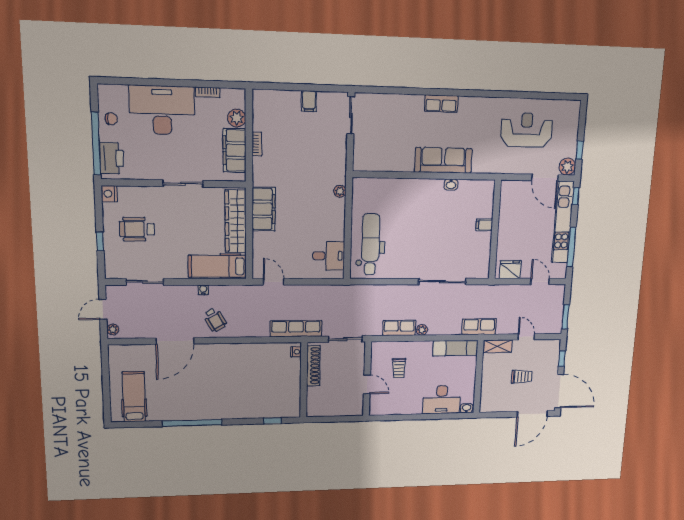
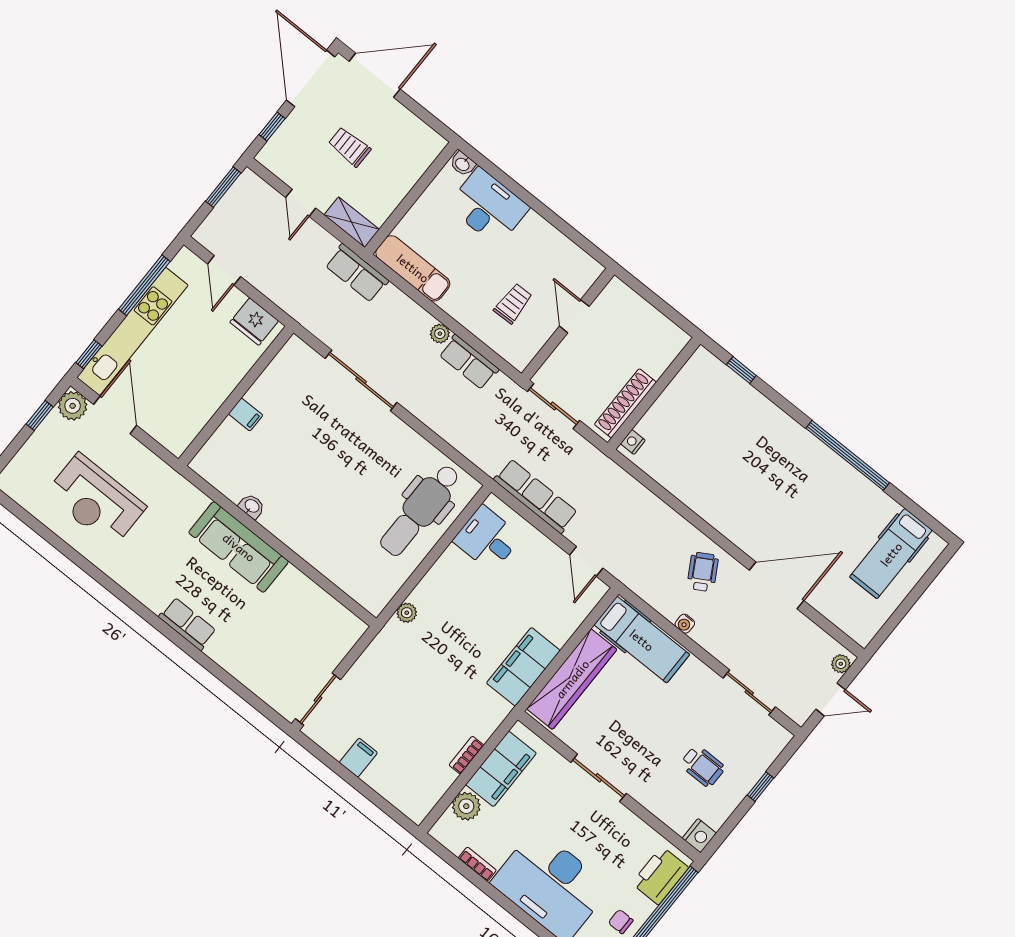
wheelchair: (137, 229) -> (703, 766), width x0.73, depth x0.73
row of seats: (296, 329) -> (536, 496), moved, turned 180

